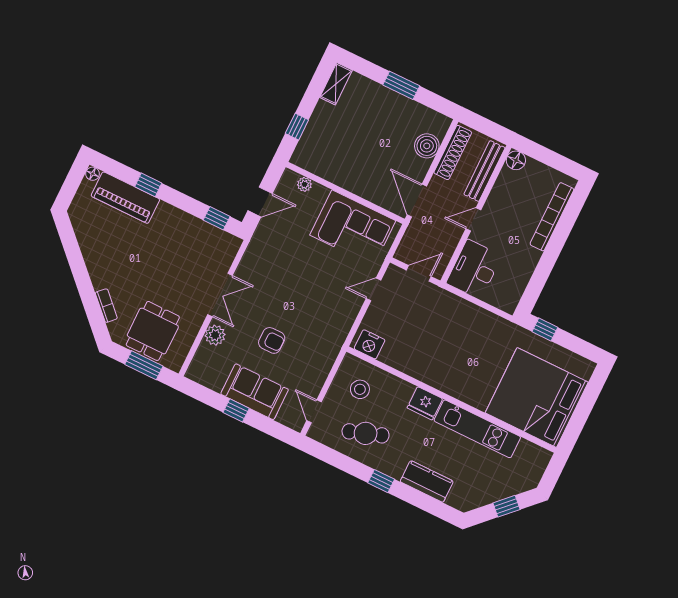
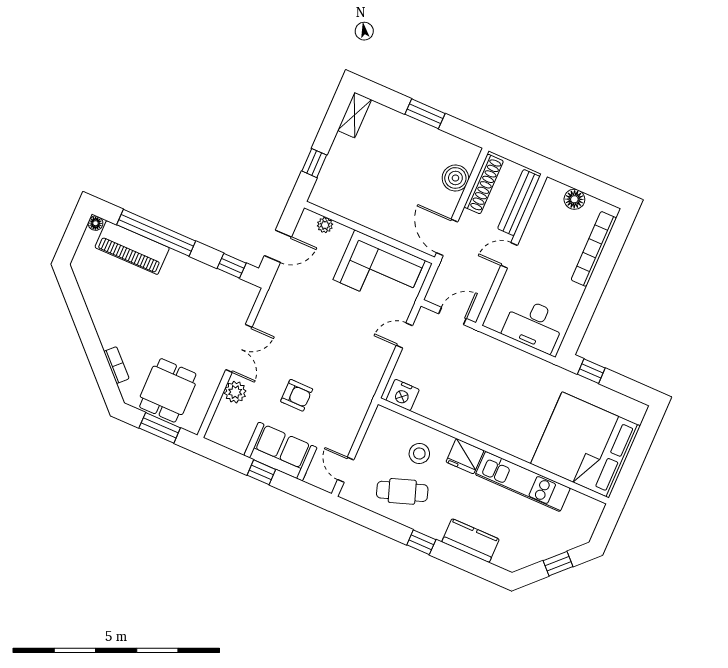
floor lamp: (516, 160) -> (574, 199), moved
window: (148, 185) -> (156, 233), width x3.17
desk: (474, 269) -> (534, 325), moved, turned -90
stool: (360, 389) -> (419, 453), moved

